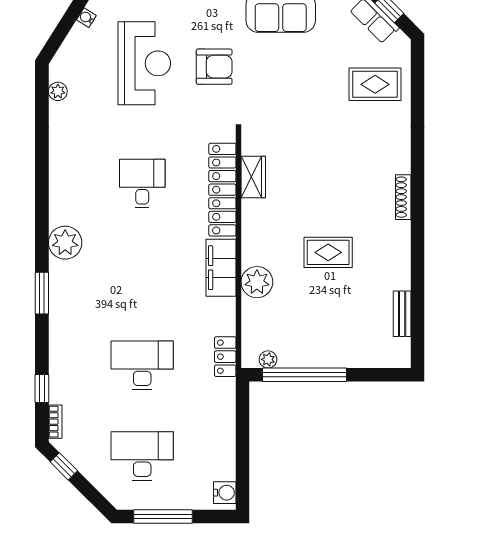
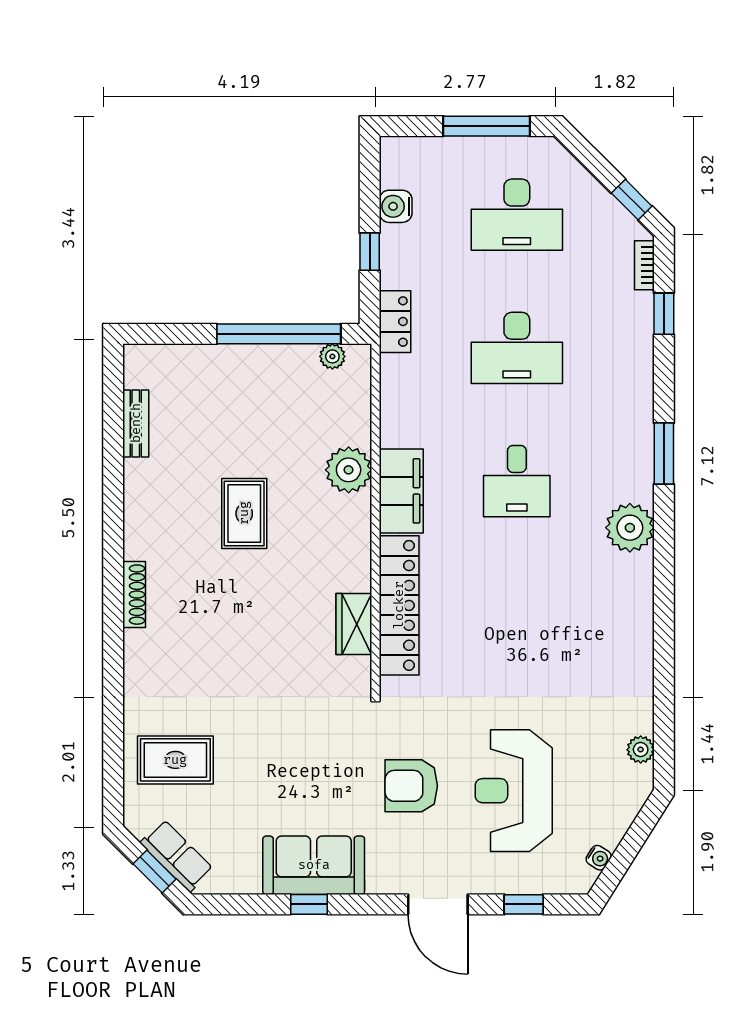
desk: (142, 184) -> (517, 481), moved
rug: (328, 252) -> (244, 513), turned 90
locker: (225, 357) -> (395, 322), moved
window: (243, 431) -> (370, 252), added
water cooler: (225, 493) -> (396, 206), moved

